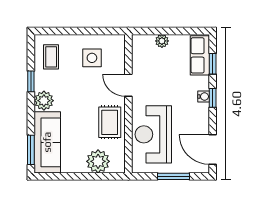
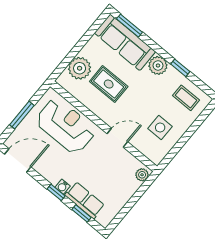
plant: (162, 41) -> (142, 175), moved
row of seats: (200, 55) -> (85, 200), moved
rug: (110, 122) -> (109, 84), moved

